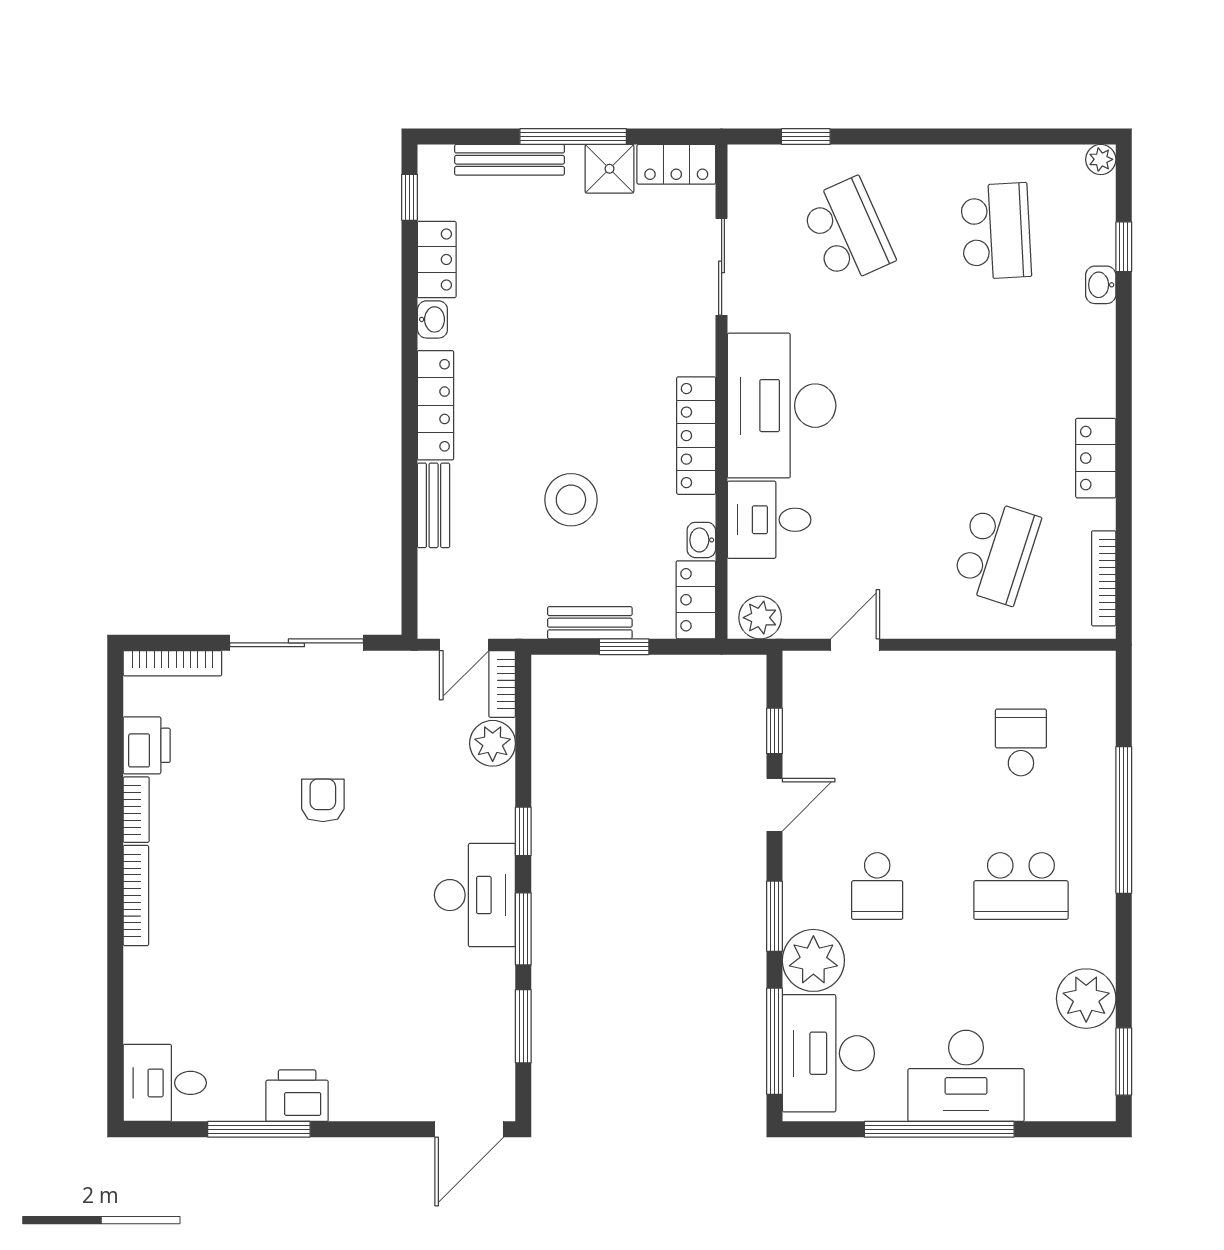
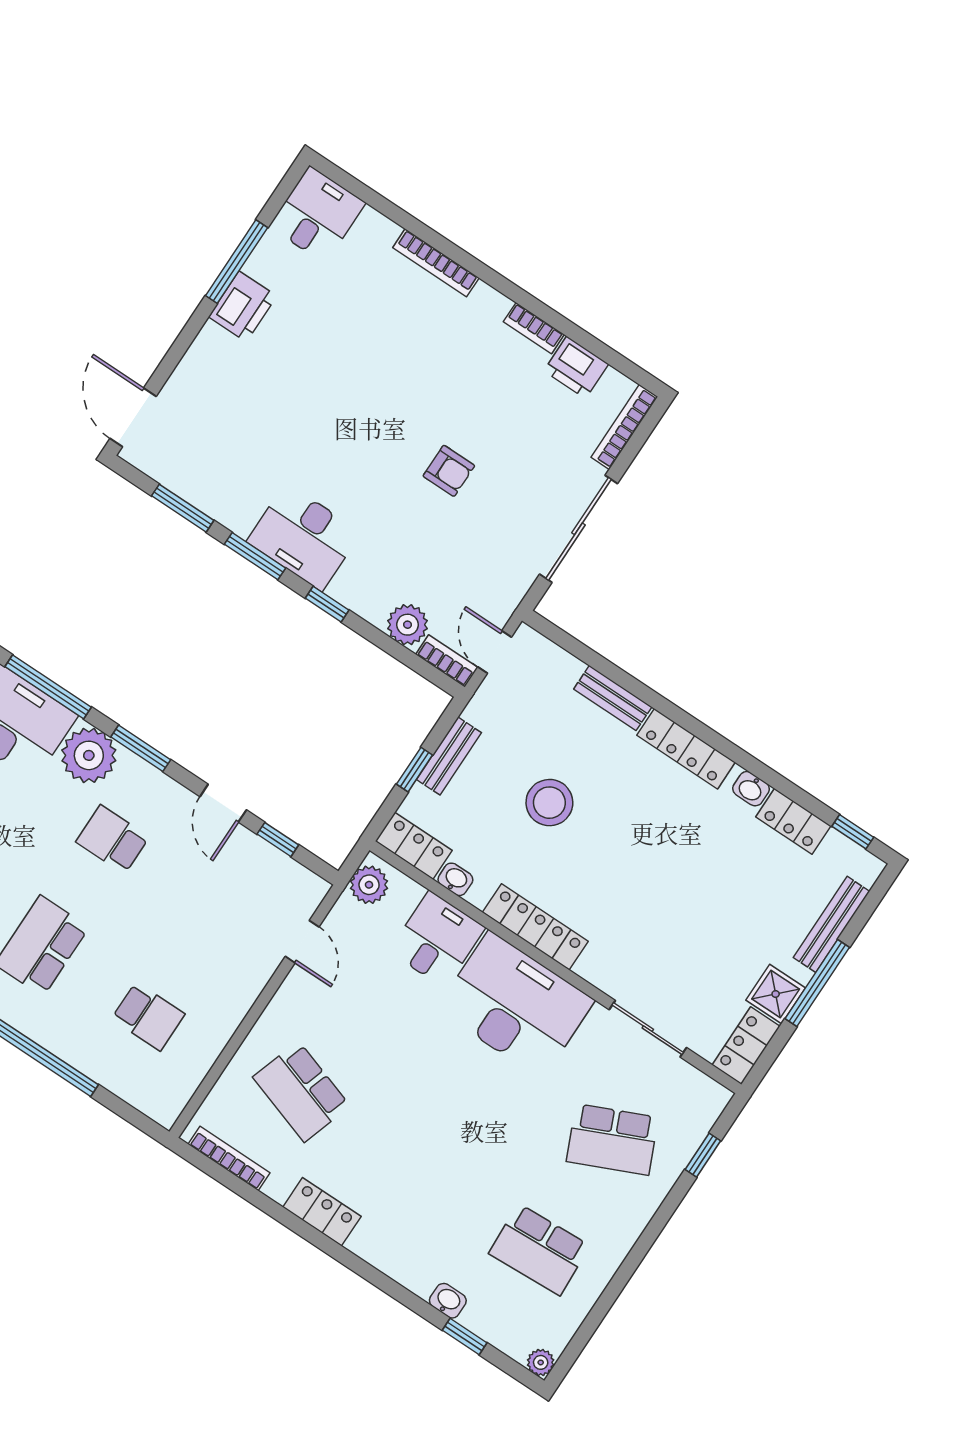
bookcase: (136, 896) -> (436, 263), moved

